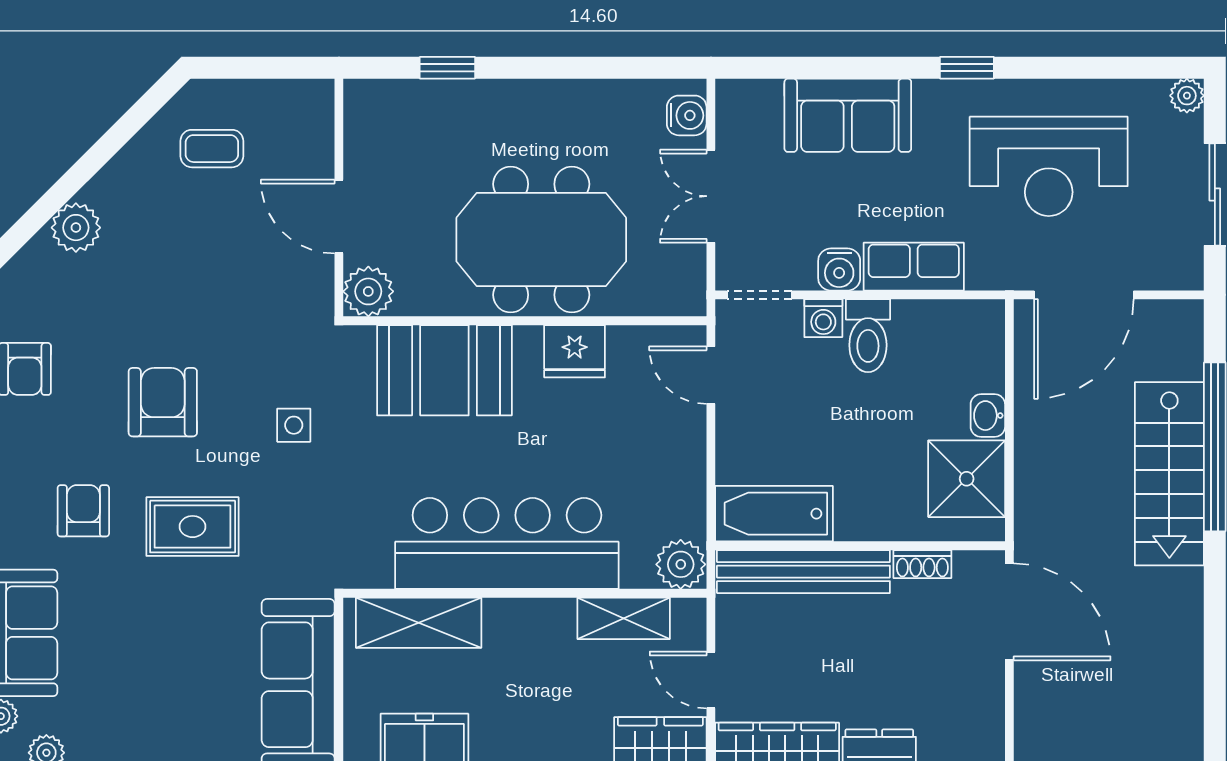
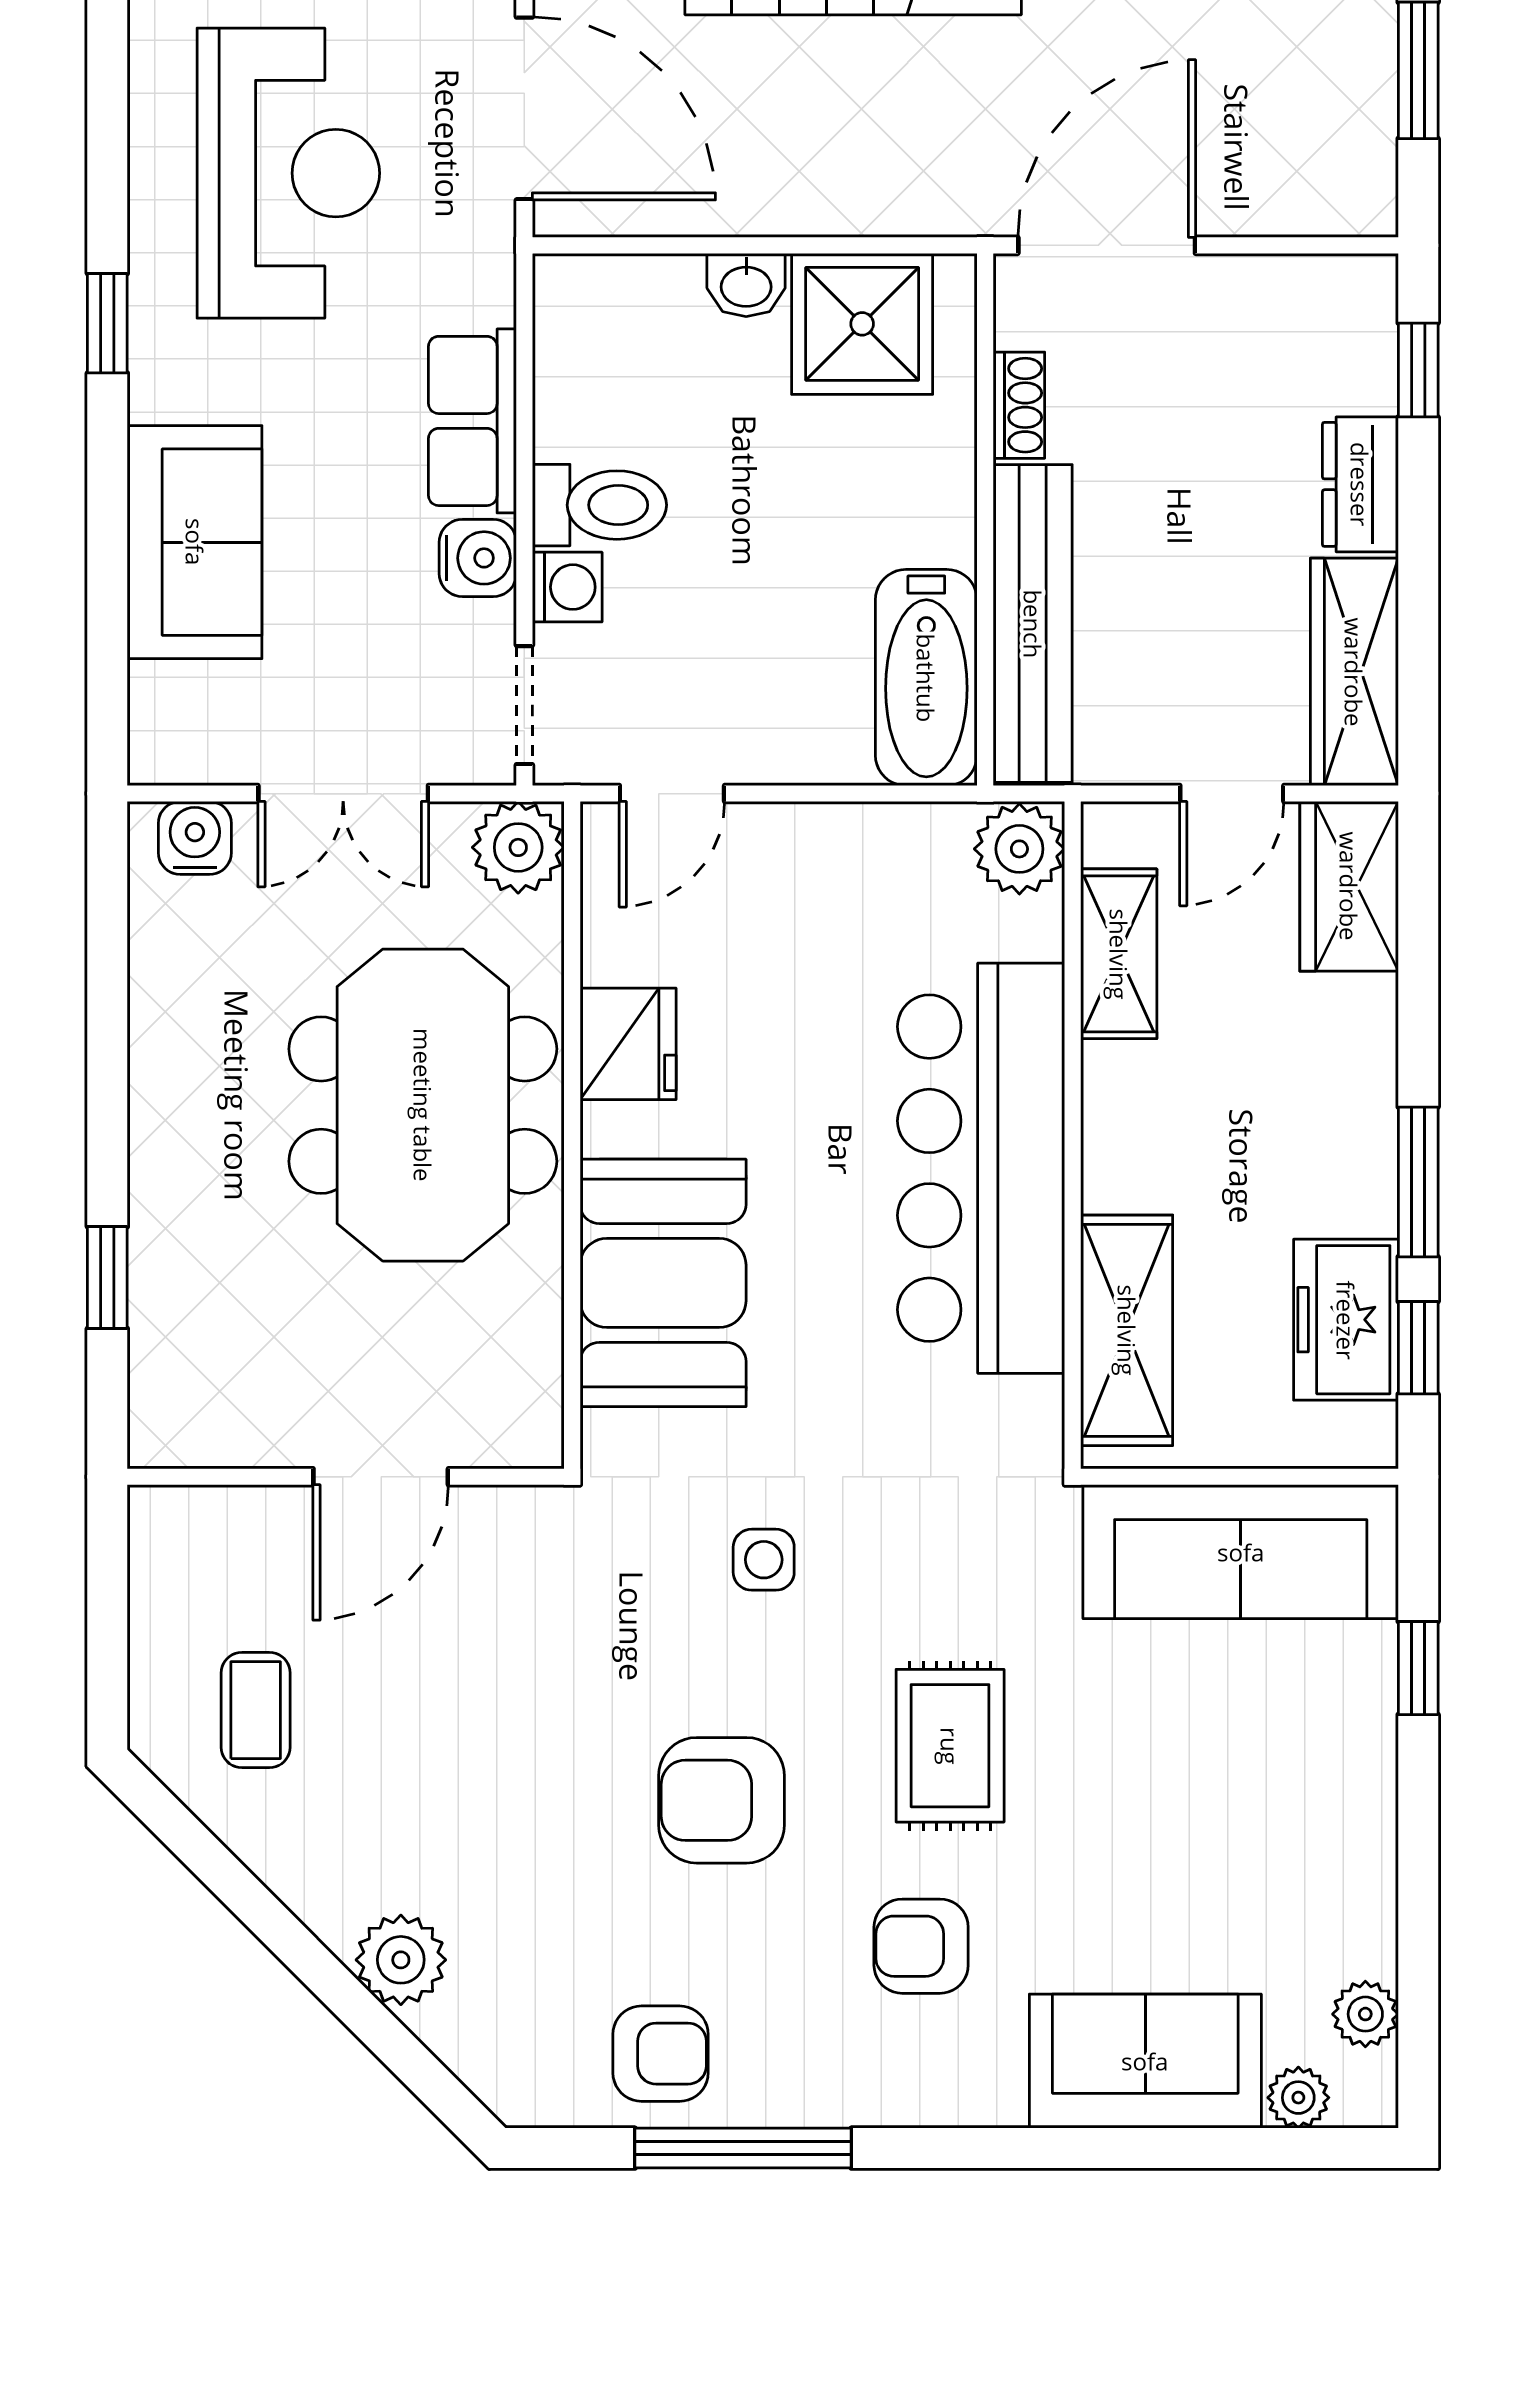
plant: (368, 291) -> (518, 847), moved

